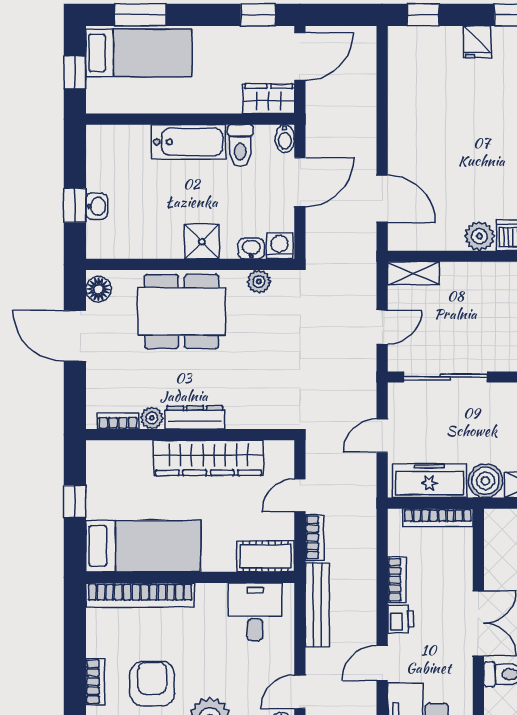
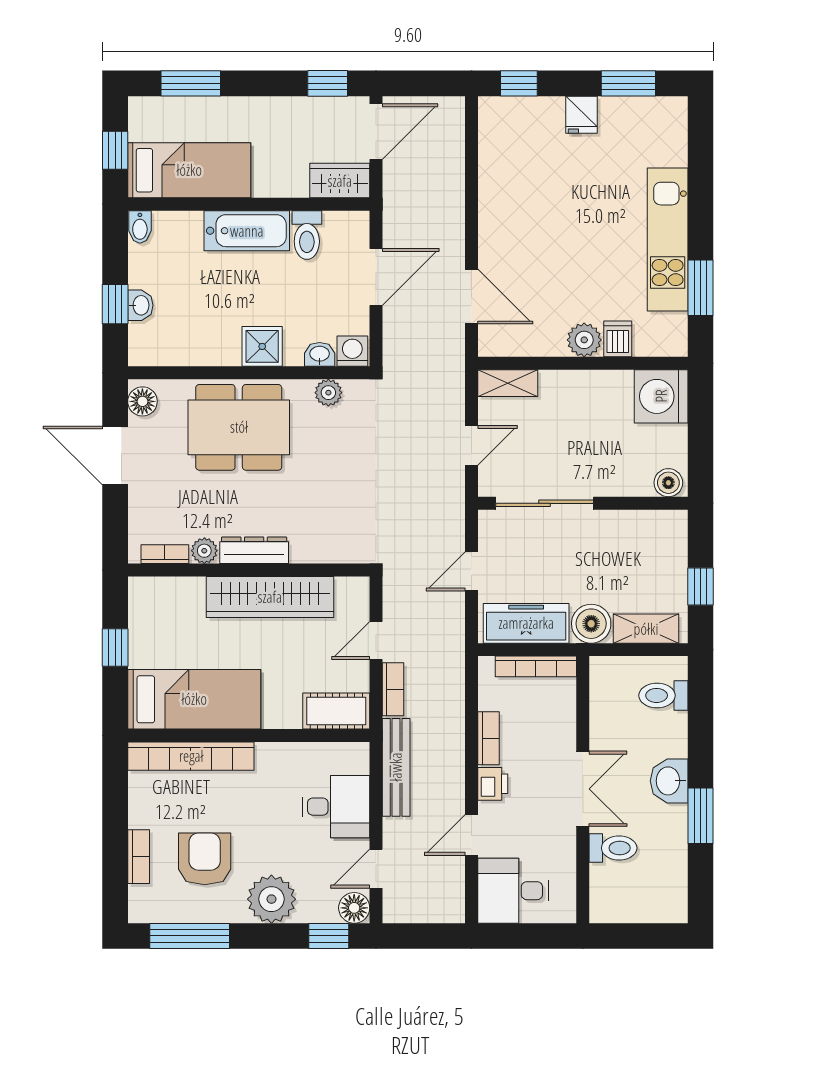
bed: (139, 53) -> (189, 170), moved
bidet: (285, 139) -> (140, 227), moved
desk: (255, 612) -> (336, 807), moved, turned 90

